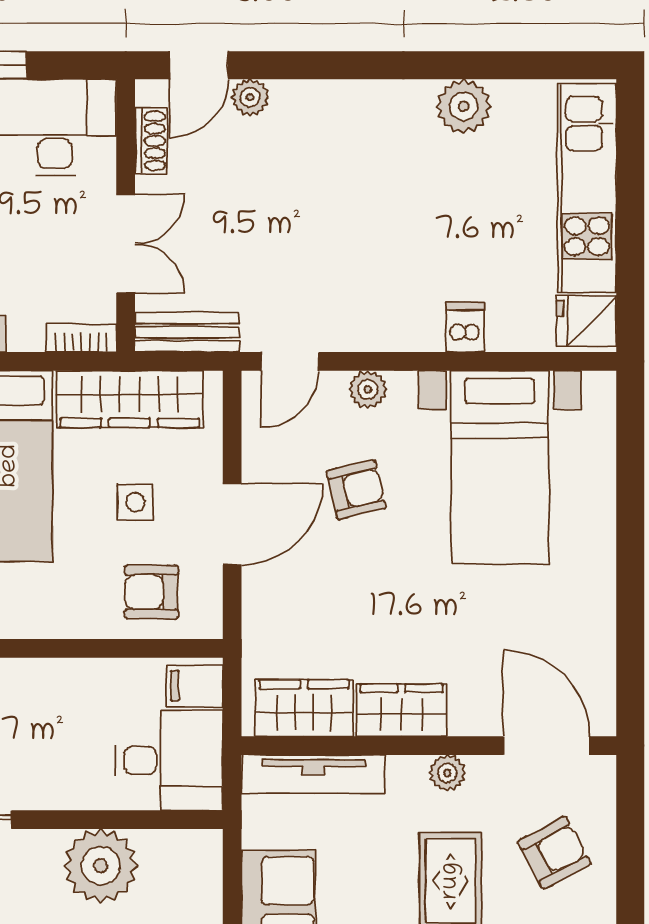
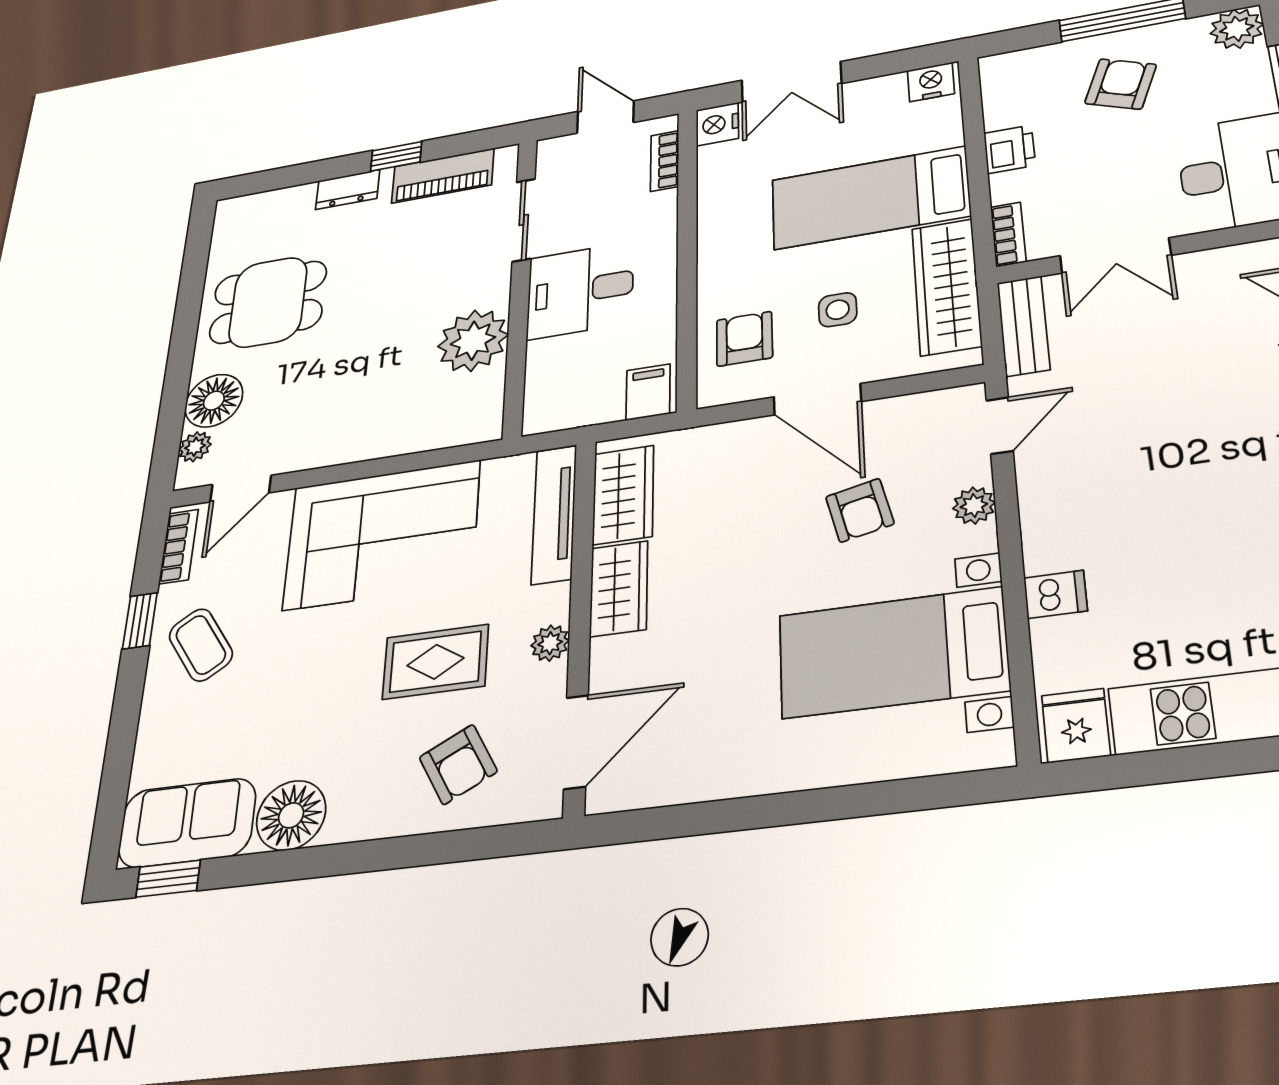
shoe rack: (151, 141) -> (1234, 259), removed
door: (290, 361) -> (1000, 426), swing flipped
desk: (169, 761) -> (580, 290), moved, turned 90

